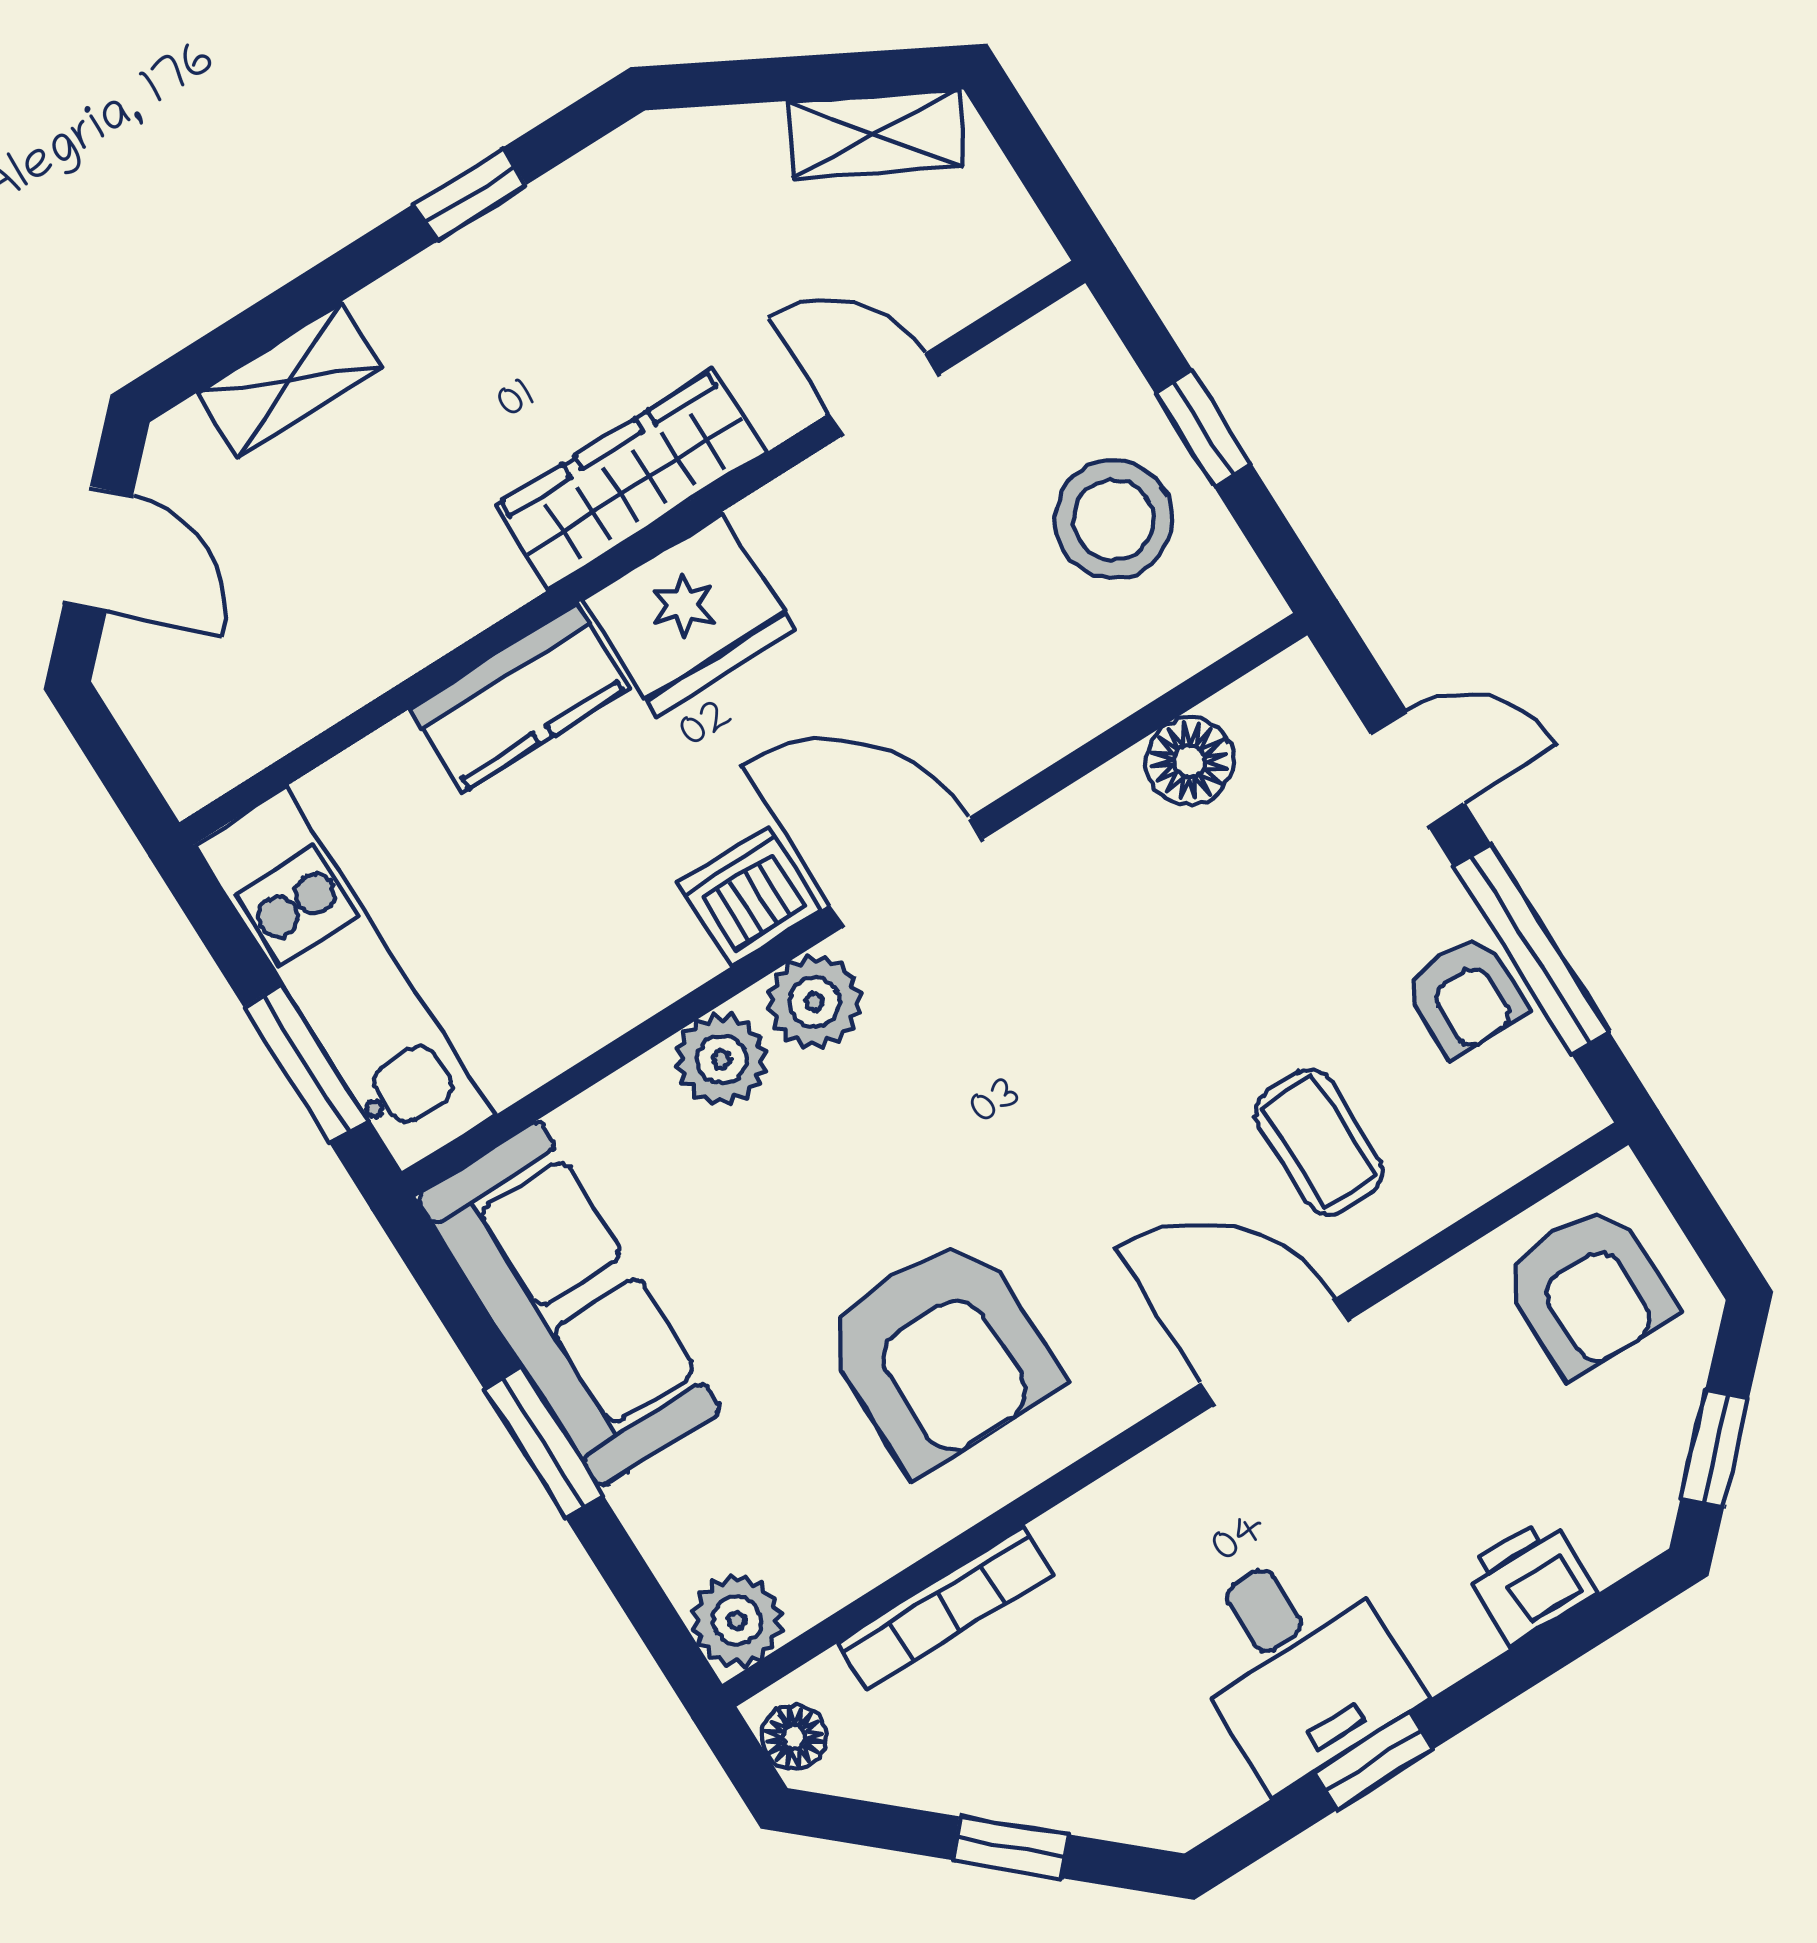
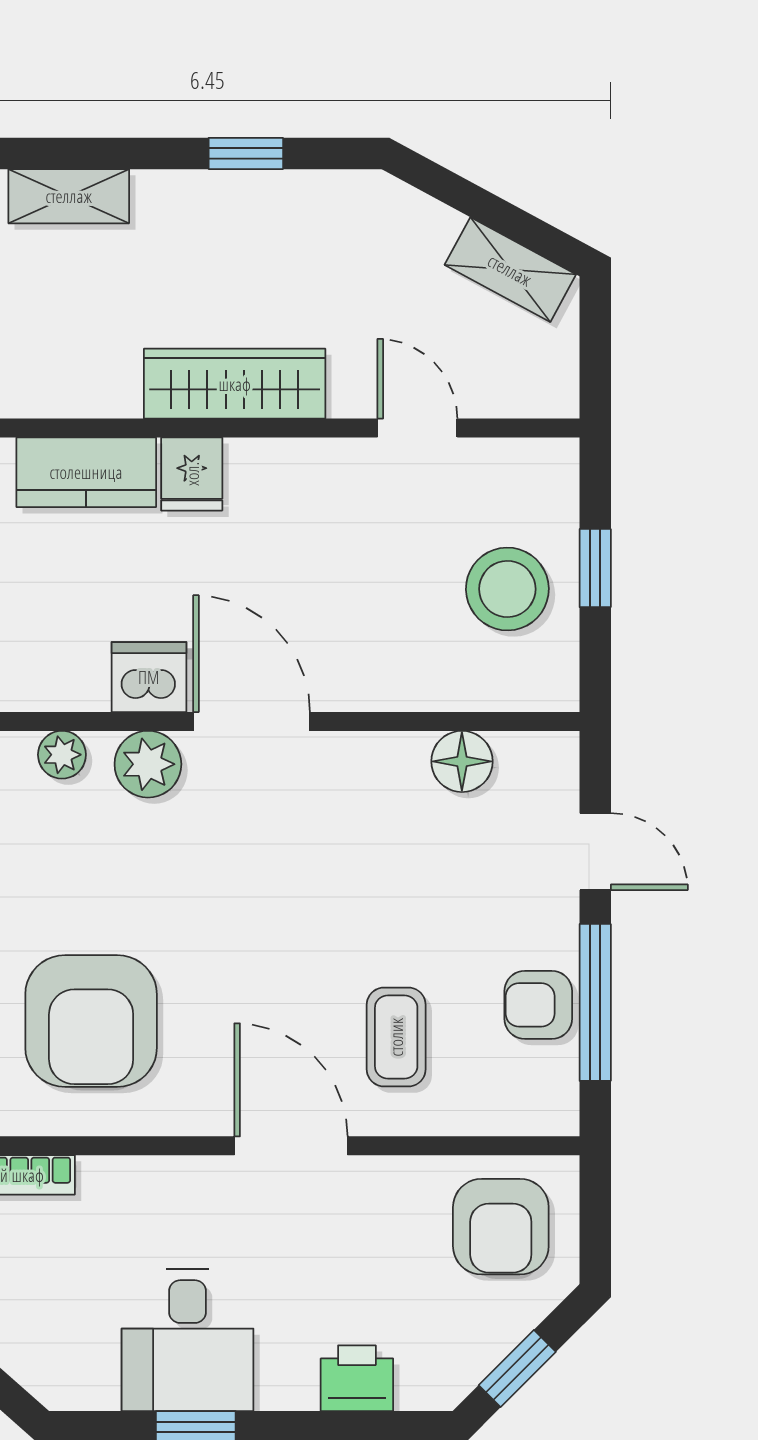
fridge: (689, 615) -> (192, 474), width x0.53, depth x0.75
armchair: (1465, 996) -> (538, 1005), turned 90
plant: (721, 1059) -> (62, 755), width x0.73, depth x0.73

